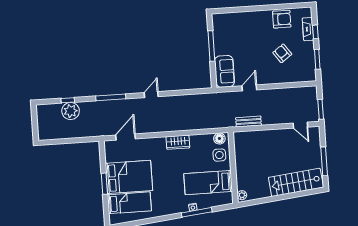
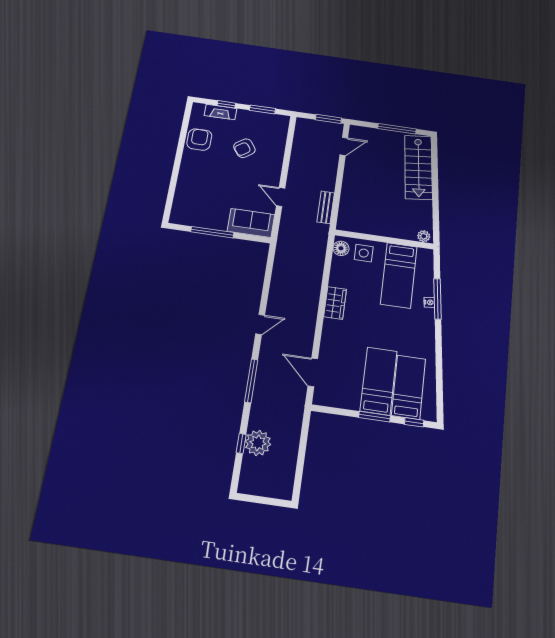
door: (151, 95) -> (260, 324), swing flipped
bed: (129, 177) -> (379, 381), width x0.67
window: (106, 210) -> (414, 422), added

